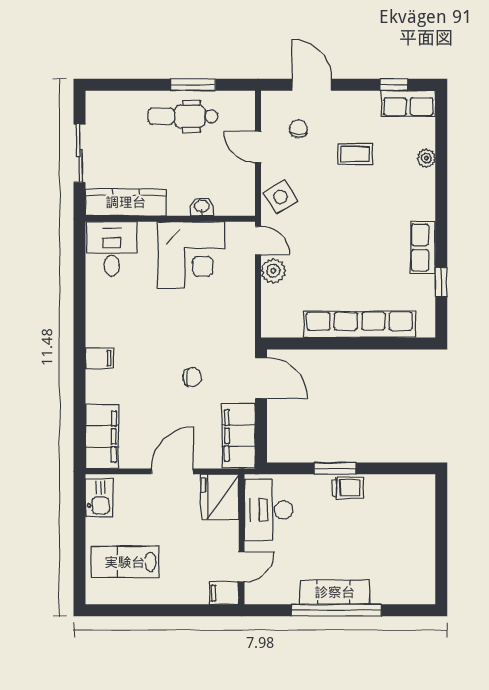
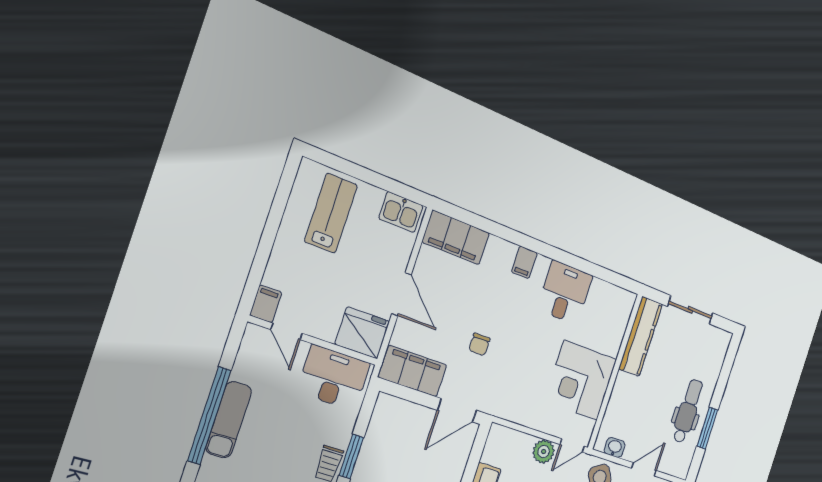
washbasin: (202, 207) -> (615, 447), moved, turned -90
desk: (112, 249) -> (565, 292), moved, turned -90

